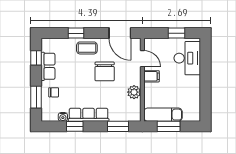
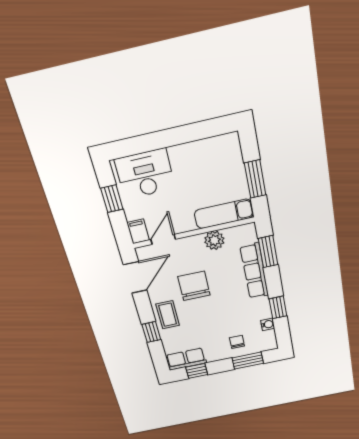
row of seats: (48, 66) -> (186, 359), moved
chair: (105, 71) -> (194, 286), turned -90
filing cabinet: (152, 76) -> (138, 231), moved
row of seats: (89, 115) -> (254, 271), moved
exam couch: (163, 115) -> (224, 214), moved, turned 90

